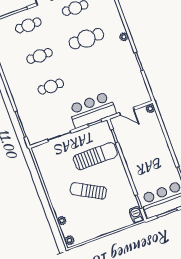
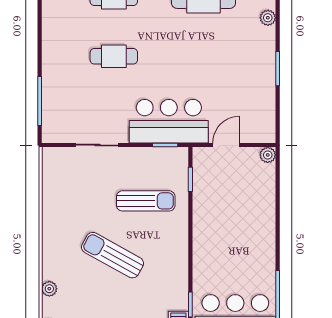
door: (127, 111) -> (226, 145), swing flipped
sun lounger: (95, 156) -> (146, 201), width x0.73, depth x0.75

